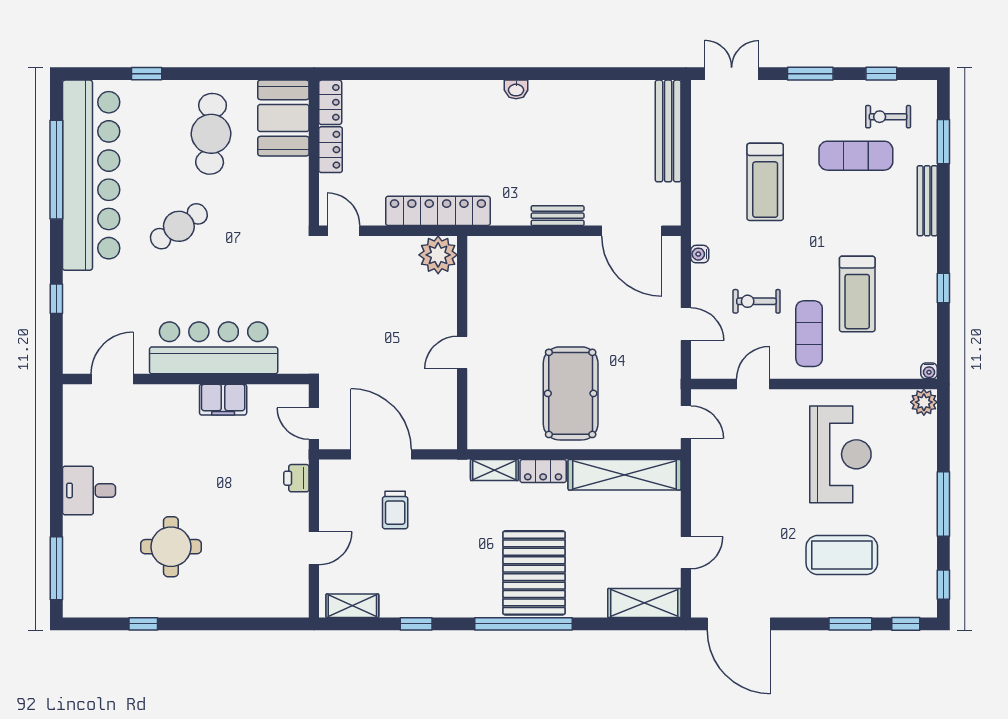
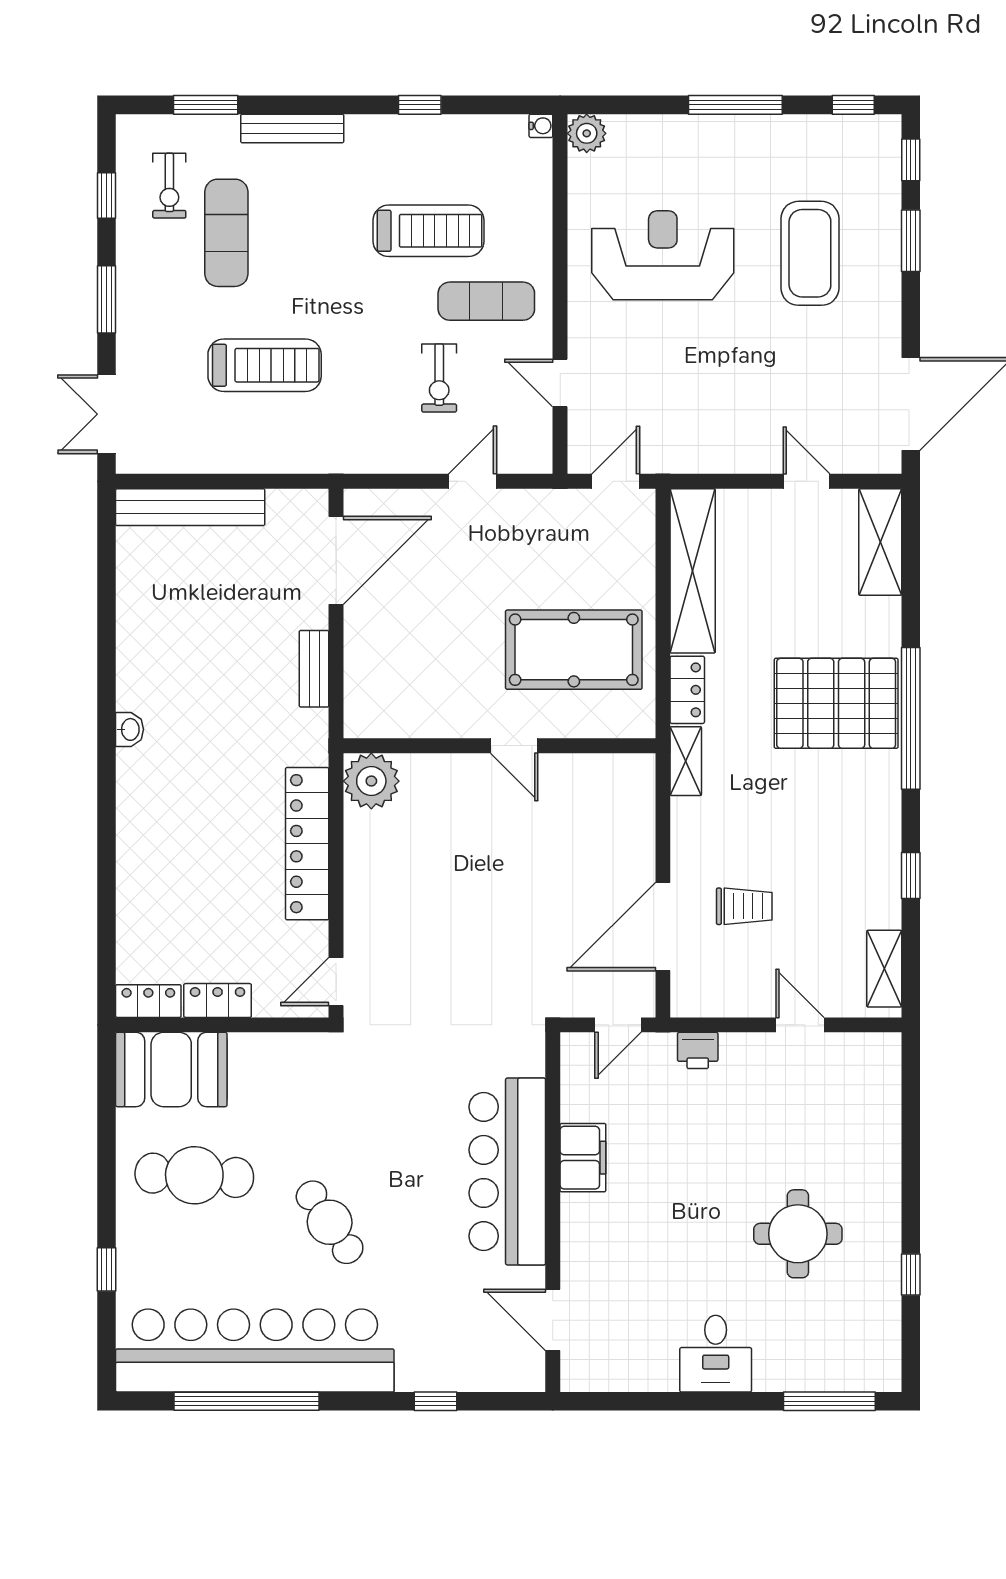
water cooler: (700, 254) -> (370, 461), removed
plant: (438, 255) -> (371, 781), moved
wall: (462, 343) -> (499, 746), moved
door: (462, 353) -> (514, 746), moved

